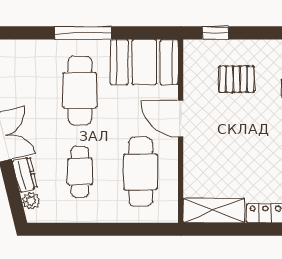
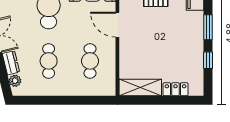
cafe table: (140, 172) -> (90, 61), width x0.73, depth x0.74

